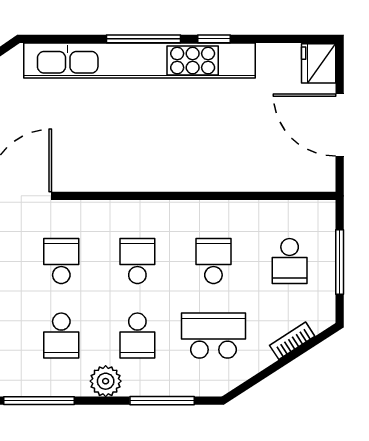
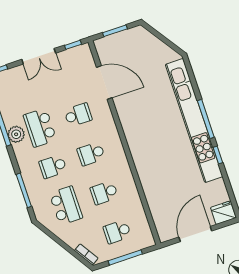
school desk: (137, 261) -> (91, 154), turned 180
school desk: (213, 261) -> (104, 193), turned 180
school desk: (61, 336) -> (40, 128), width x1.85
bookcase: (292, 341) -> (86, 254), moved
plant: (106, 381) -> (16, 134), moved

